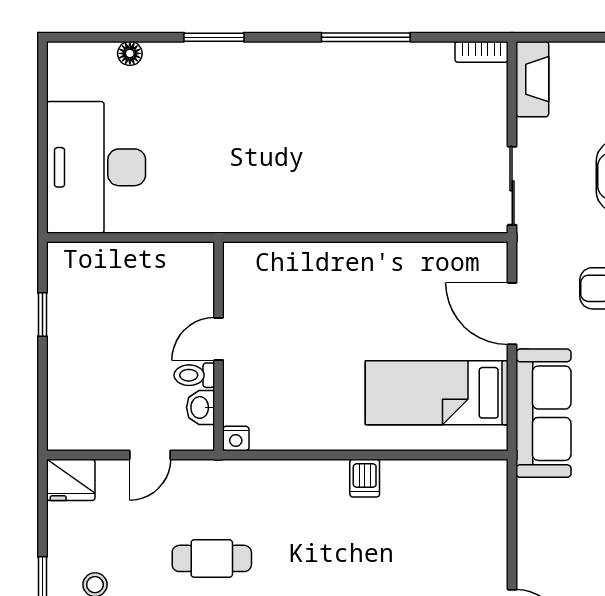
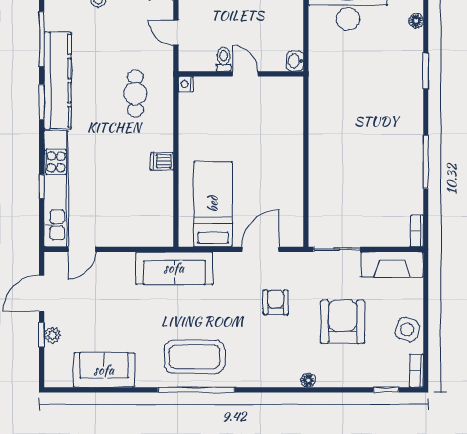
fireplace: (532, 79) -> (392, 265), width x1.37, depth x1.32
washbasin: (201, 407) -> (295, 61), moved, turned -90
sofa: (544, 413) -> (174, 268), moved
cafe table: (212, 558) -> (135, 93), moved

